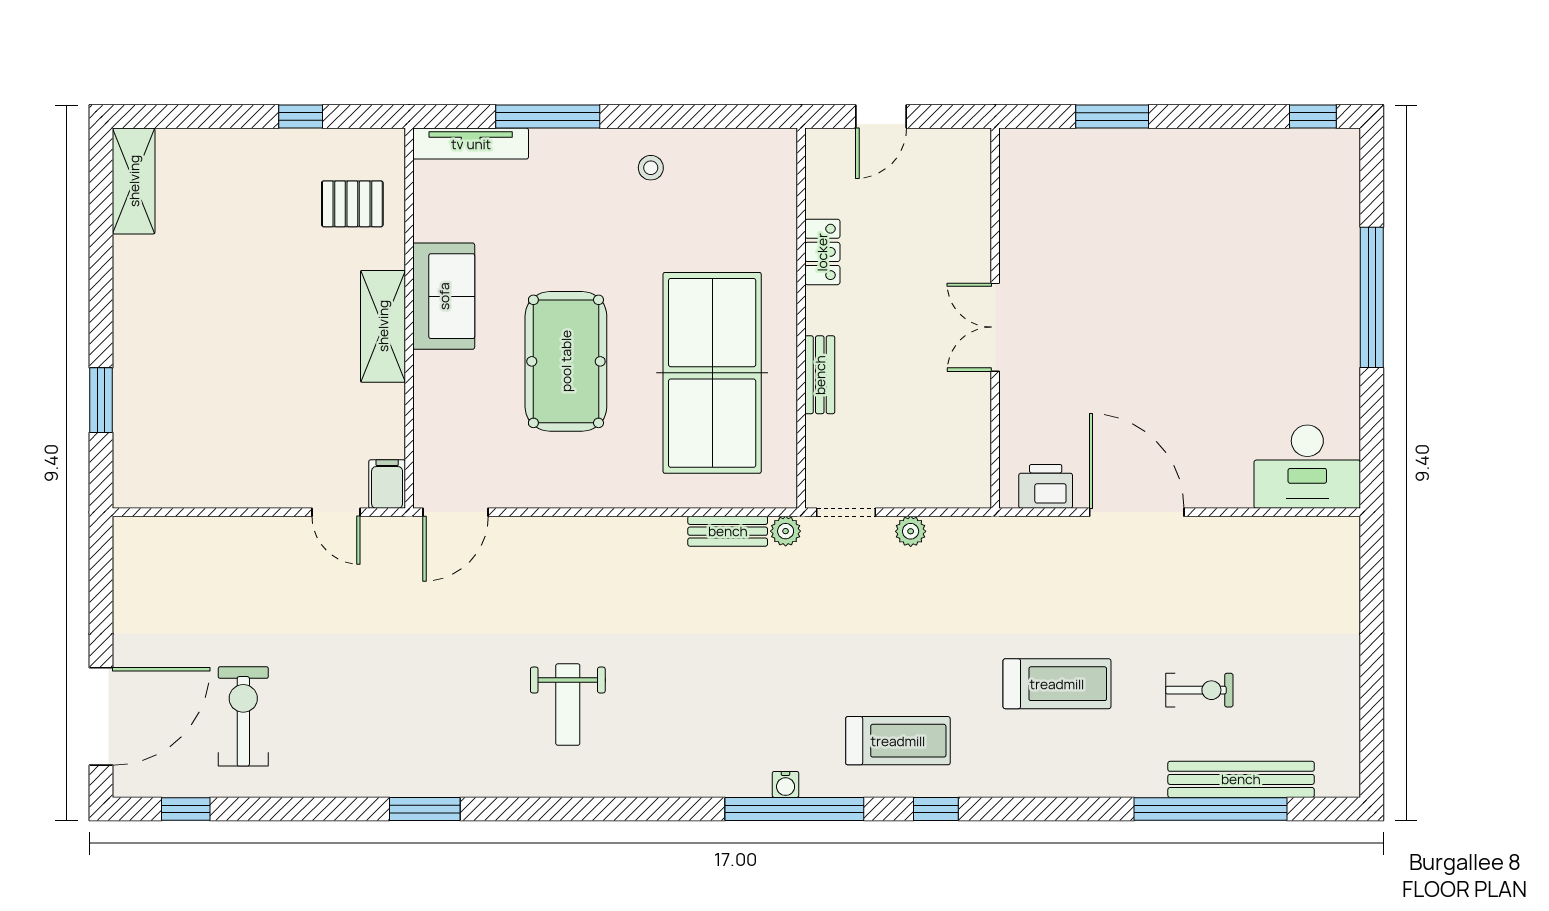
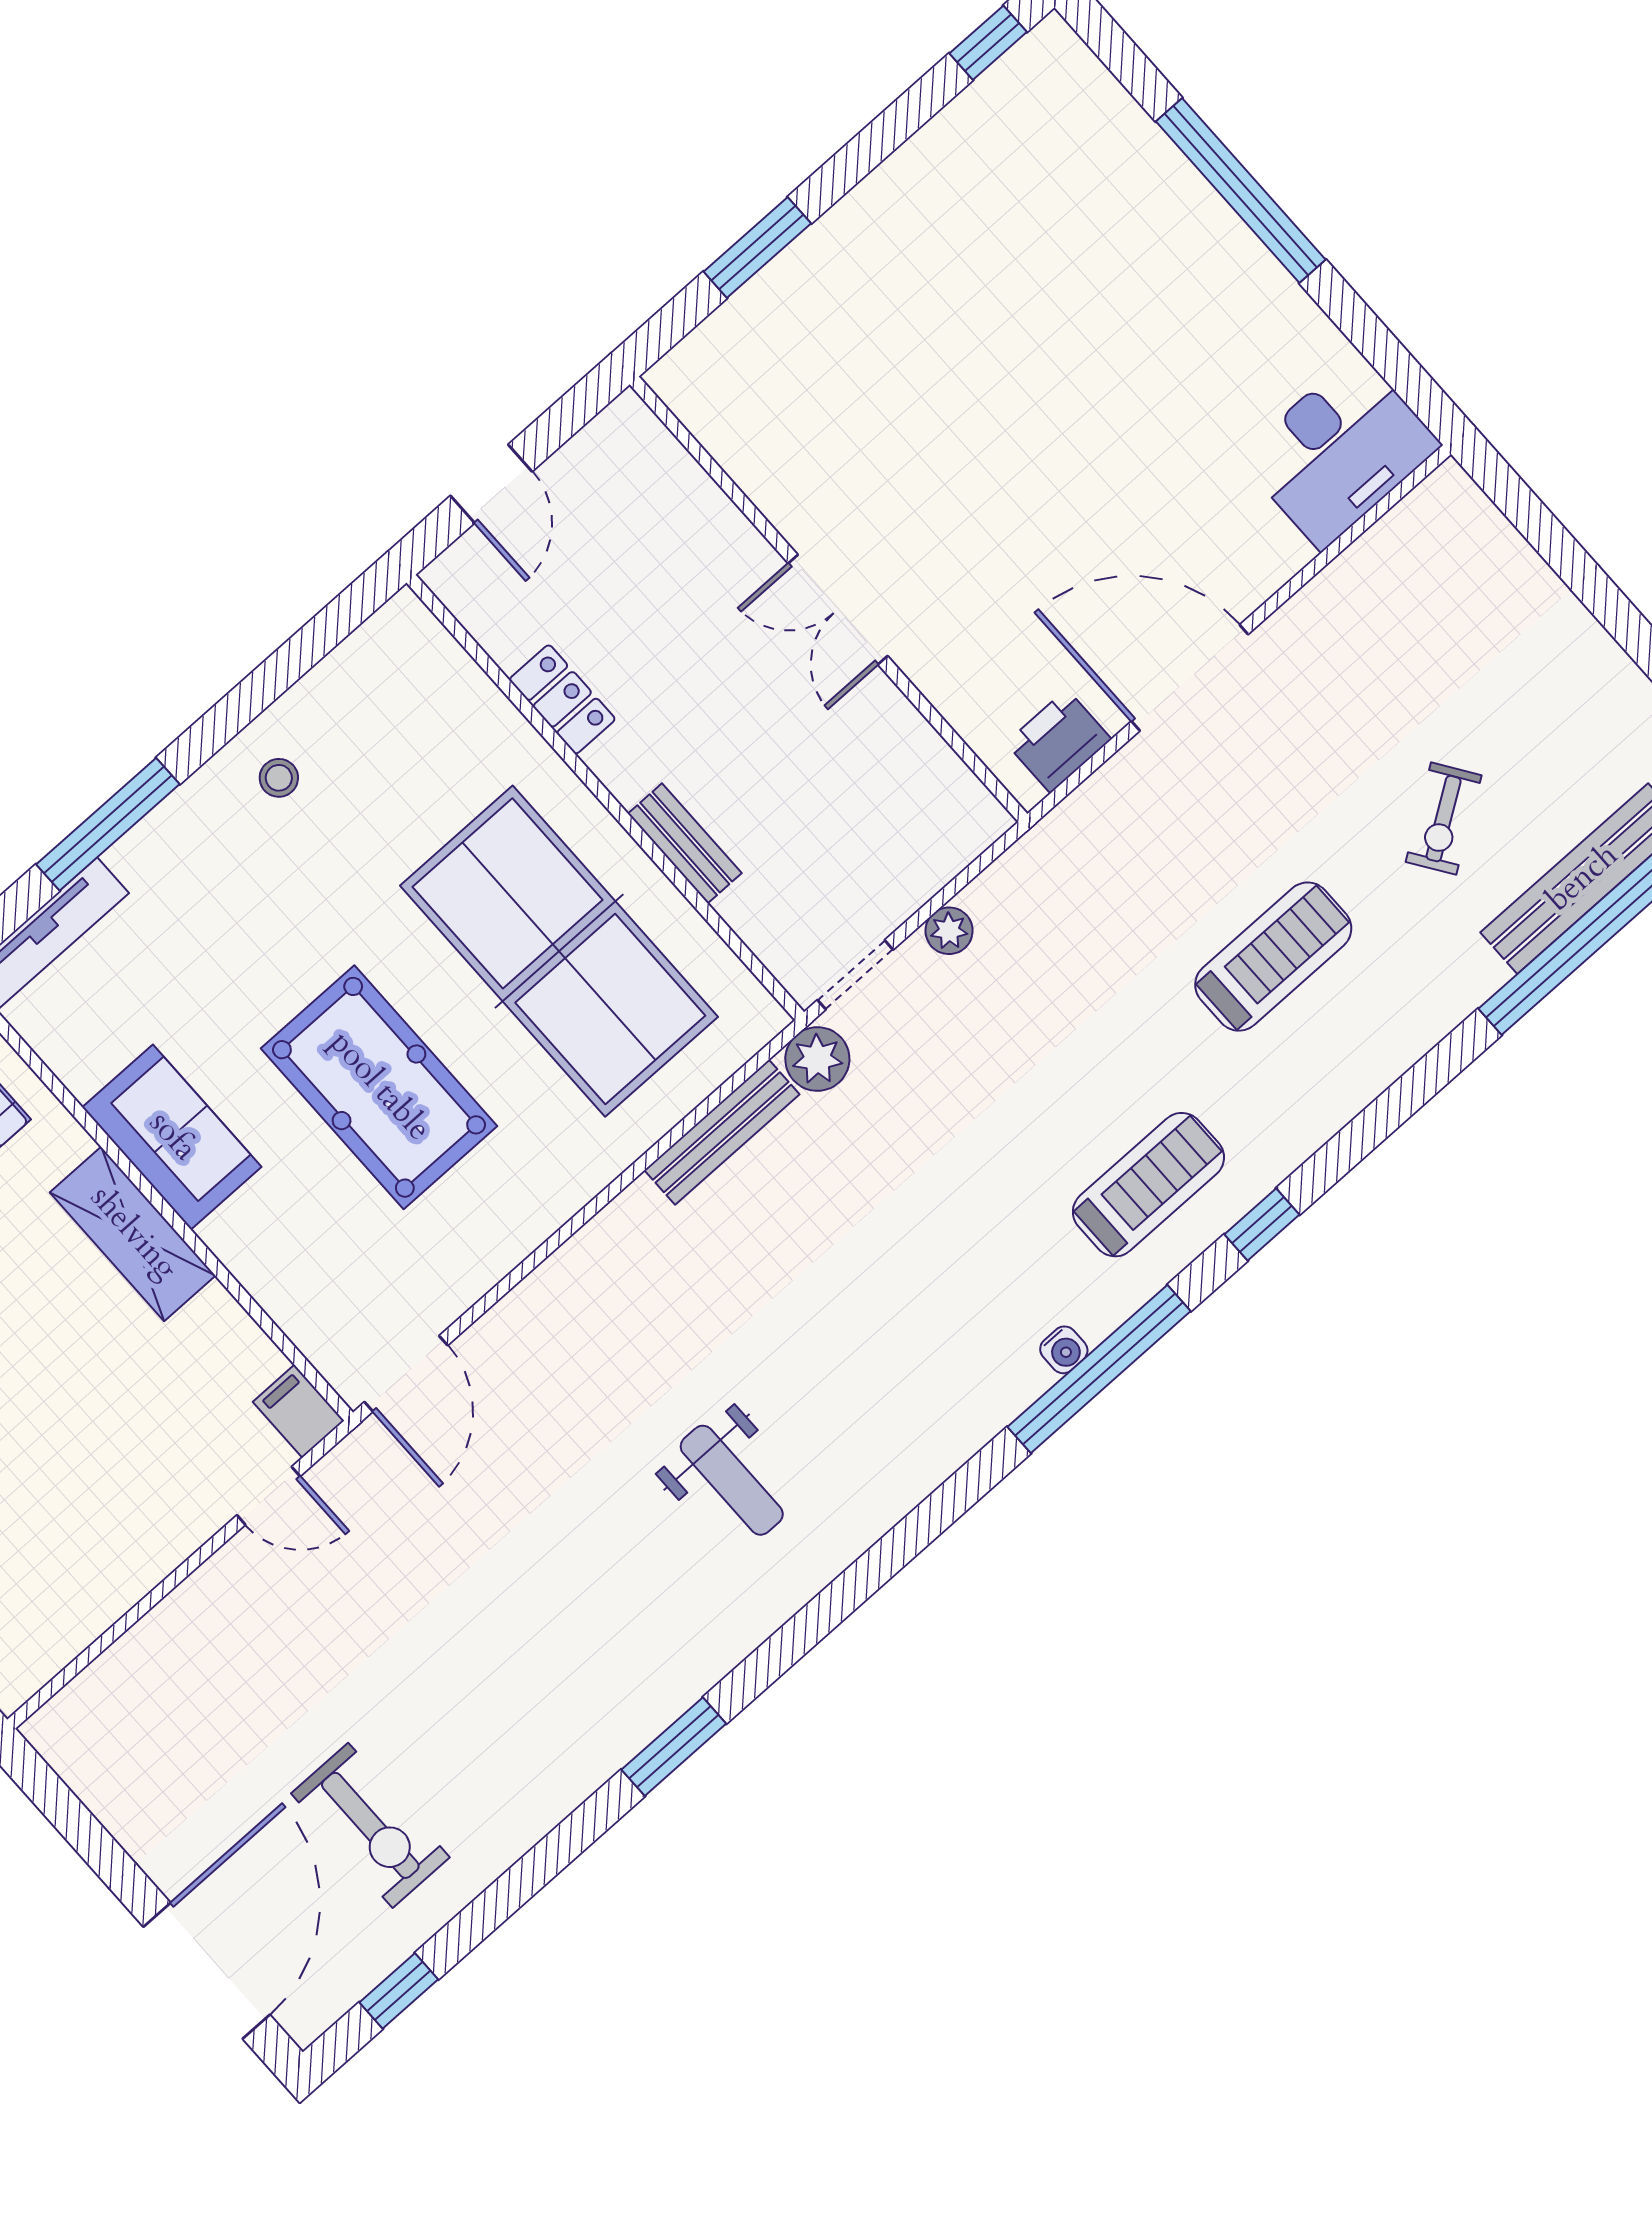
bench: (728, 531) -> (722, 1132), width x1.36
plant: (786, 531) -> (817, 1059), width x1.38, depth x1.38
exercise bike: (1199, 690) -> (1444, 819), turned 146
exercise bike: (243, 716) -> (370, 1825), turned 180

